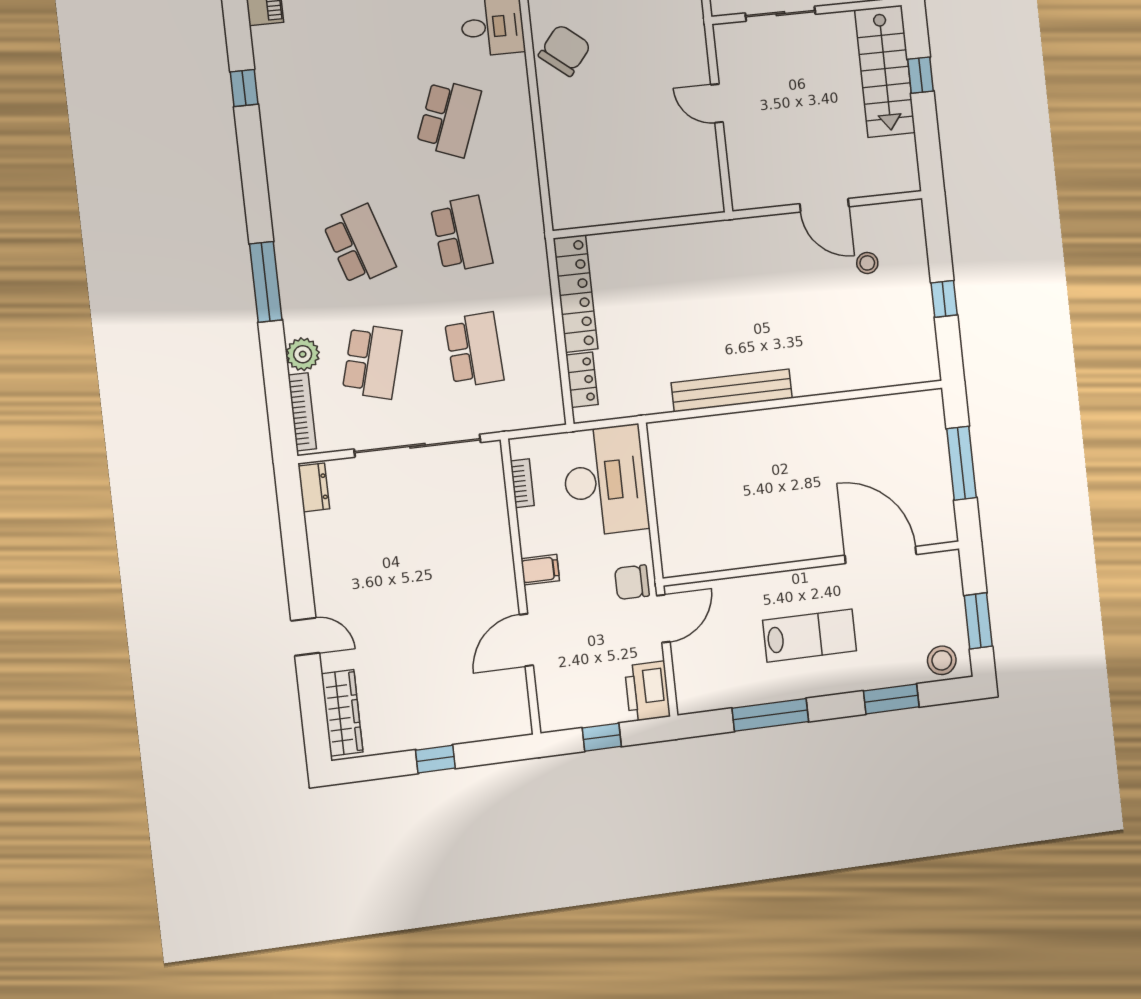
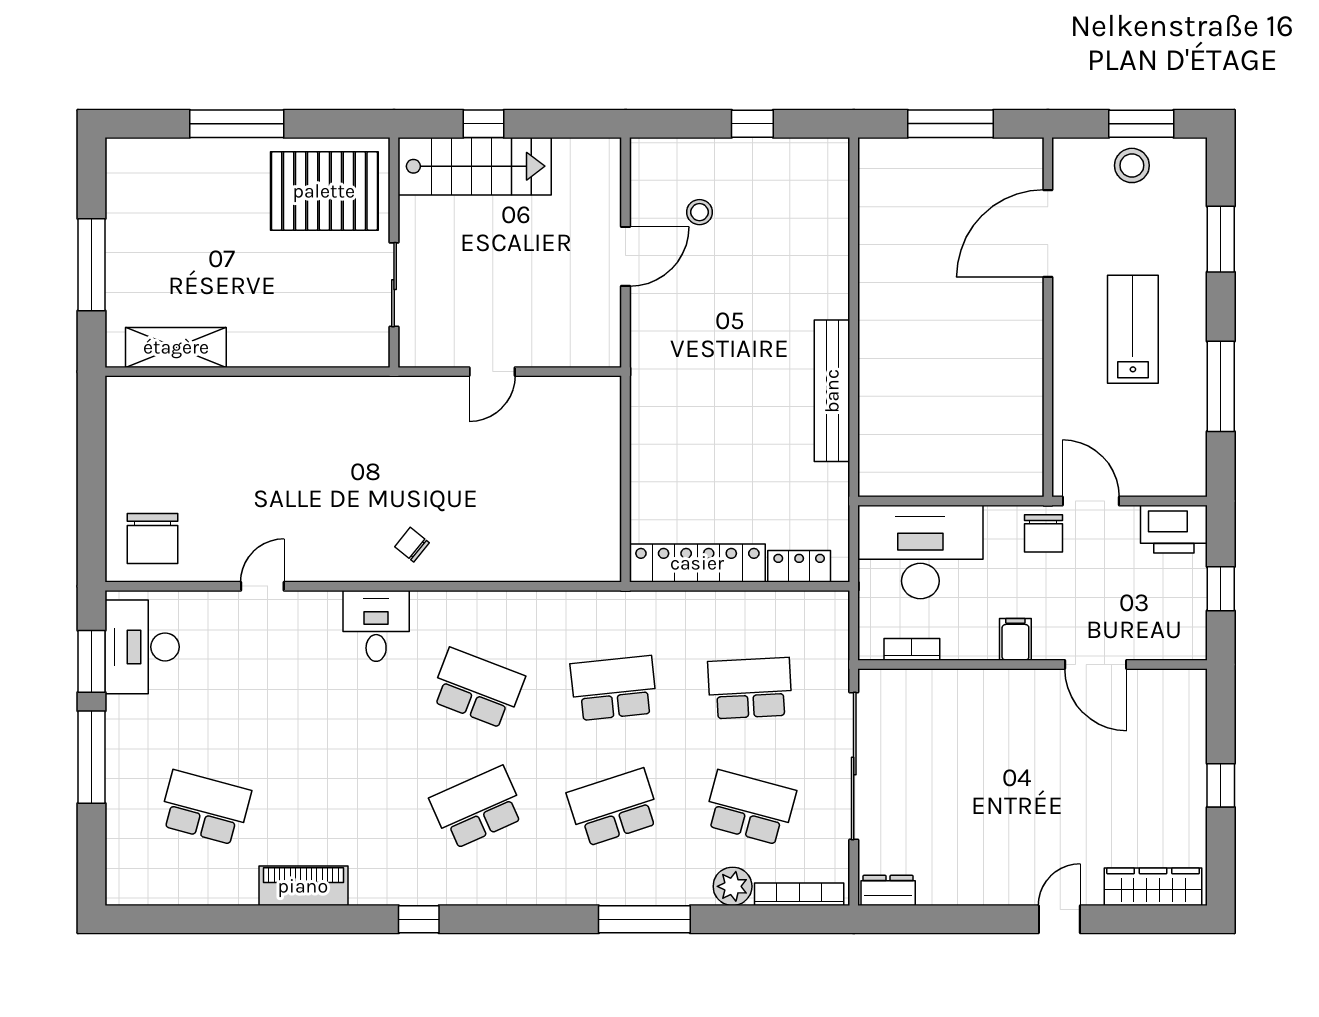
chair: (565, 50) -> (412, 545), width x0.54, depth x0.54
school desk: (346, 129) -> (477, 808), added
stool: (942, 660) -> (1132, 165), moved

